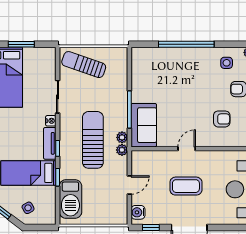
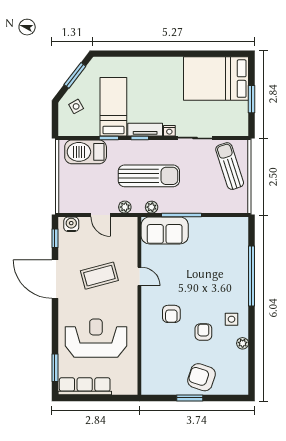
sun lounger: (84, 65) -> (230, 166), turned -37
plant: (122, 150) -> (125, 207), moved
coffee table: (186, 186) -> (99, 276), turned 75

